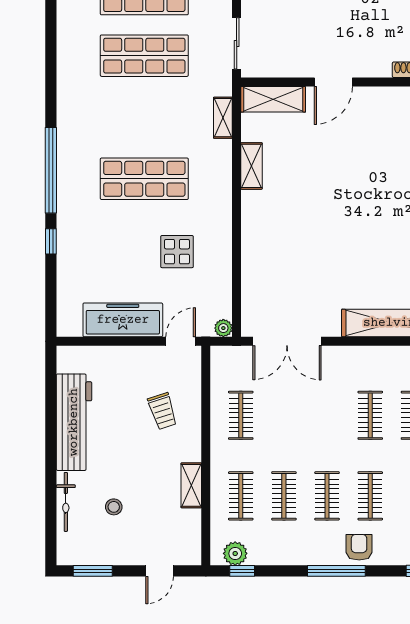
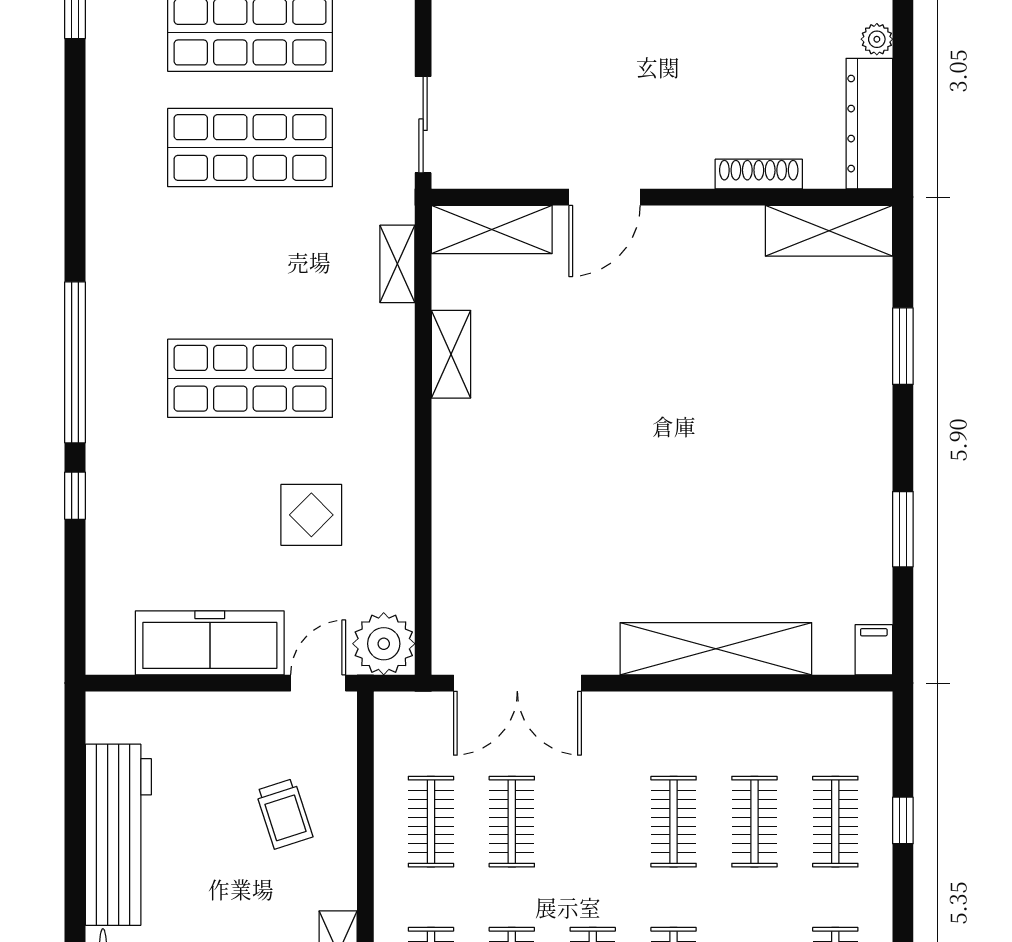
plant: (223, 328) -> (384, 644), width x1.88, depth x1.88
clothes rail: (284, 415) -> (512, 822), added

